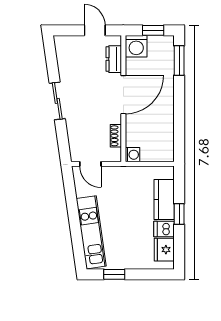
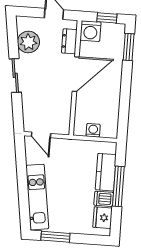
plant: (69, 63) -> (28, 42), added
shoe rack: (116, 136) -> (66, 111), removed
washing machine: (133, 155) -> (93, 130), moved, turned -90
window: (179, 214) -> (118, 186), width x2.17
window: (114, 274) -> (55, 237), width x1.50

